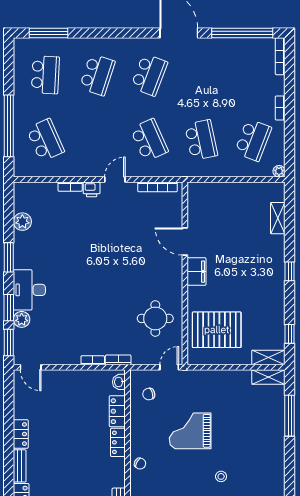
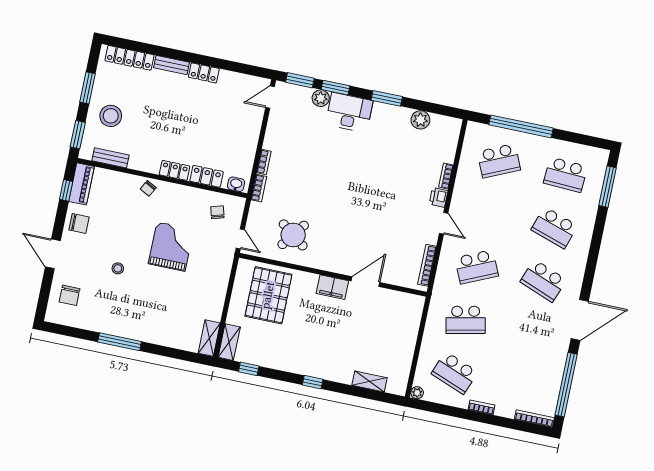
round table: (155, 318) -> (293, 235), turned 37
window: (290, 416) -> (120, 342), moved

